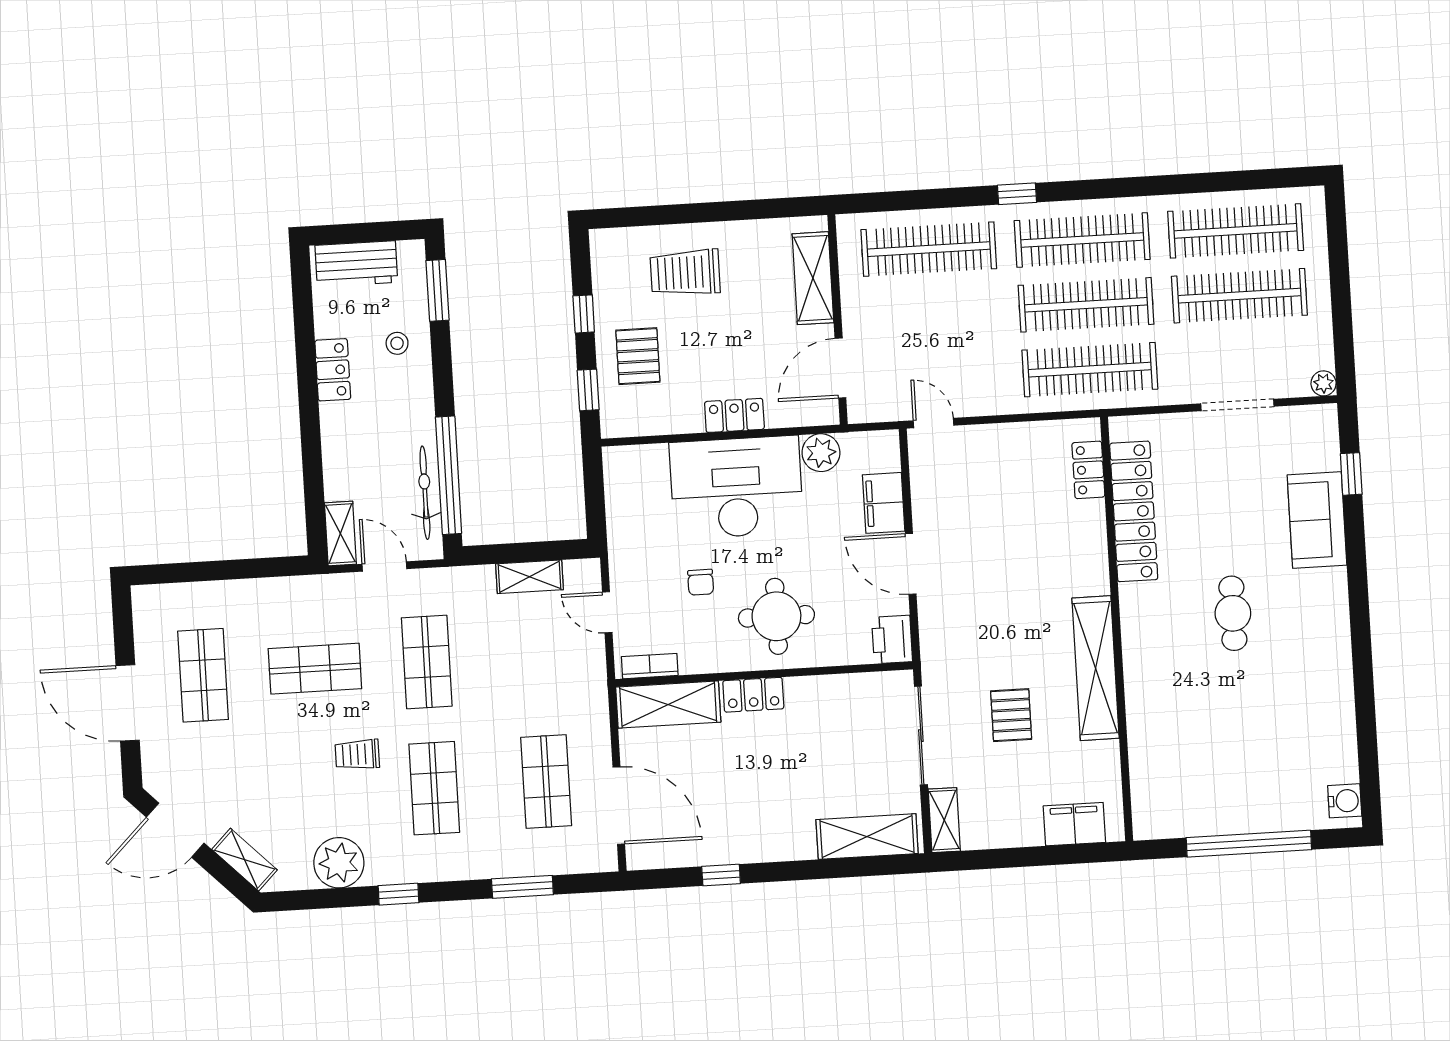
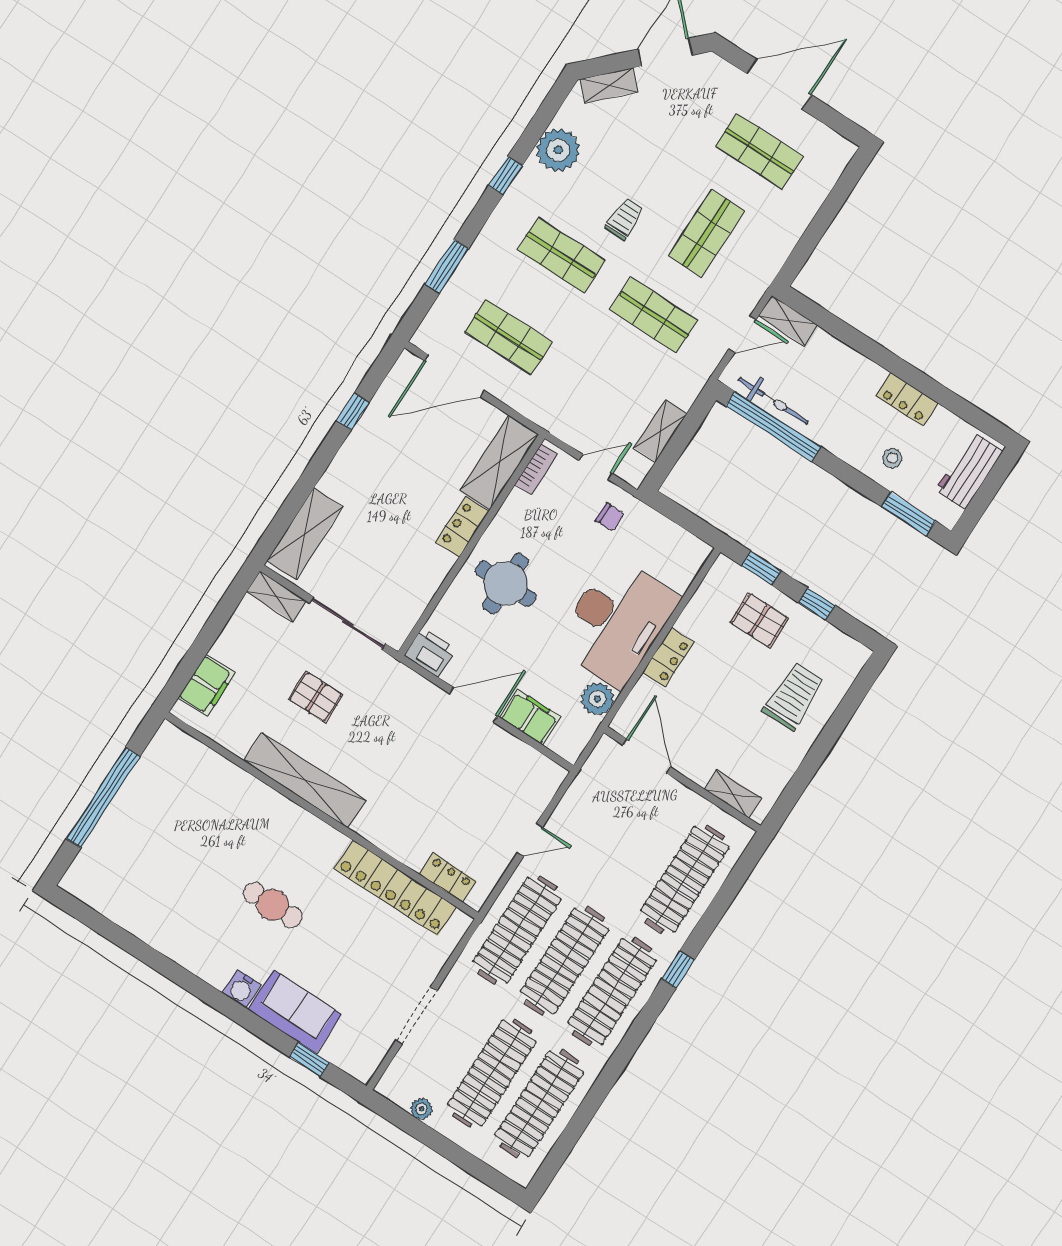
shelving: (813, 278) -> (733, 794), width x0.67, depth x0.75
plant: (1324, 383) -> (421, 1109), moved
door: (933, 423) -> (530, 840), moved
chair: (701, 582) -> (610, 517), moved, turned 180
water cooler: (1345, 801) -> (242, 989), moved

